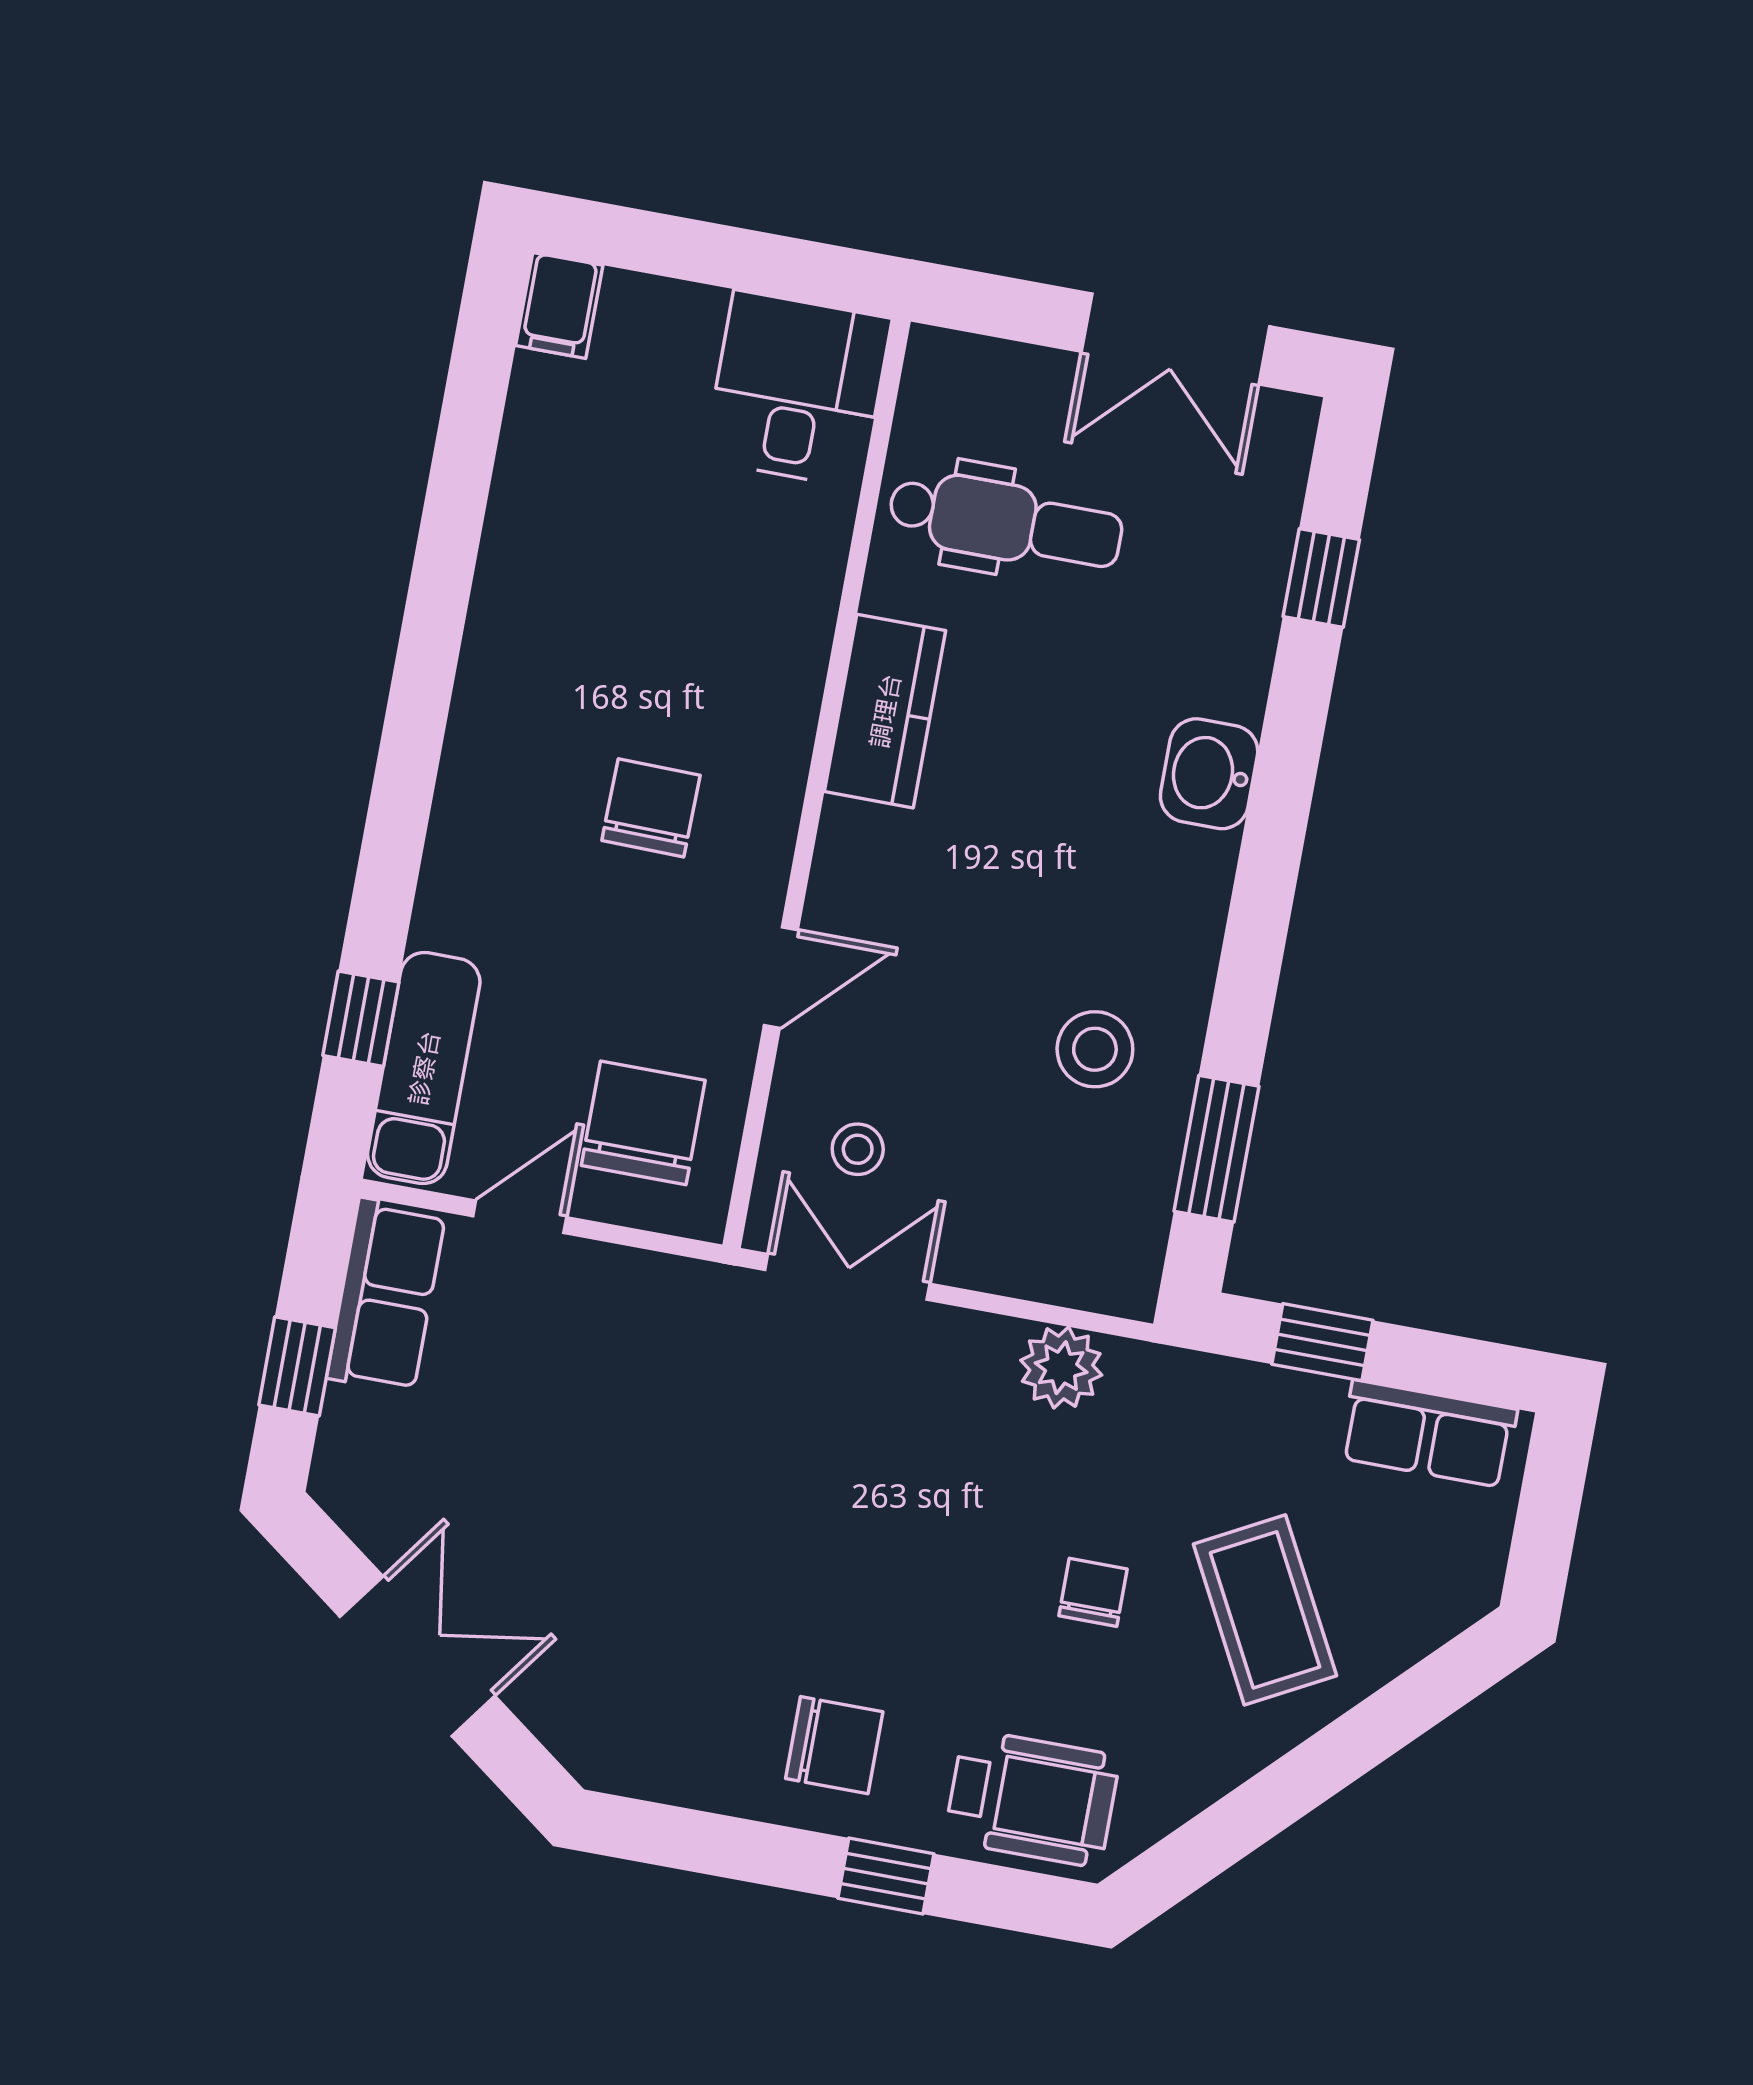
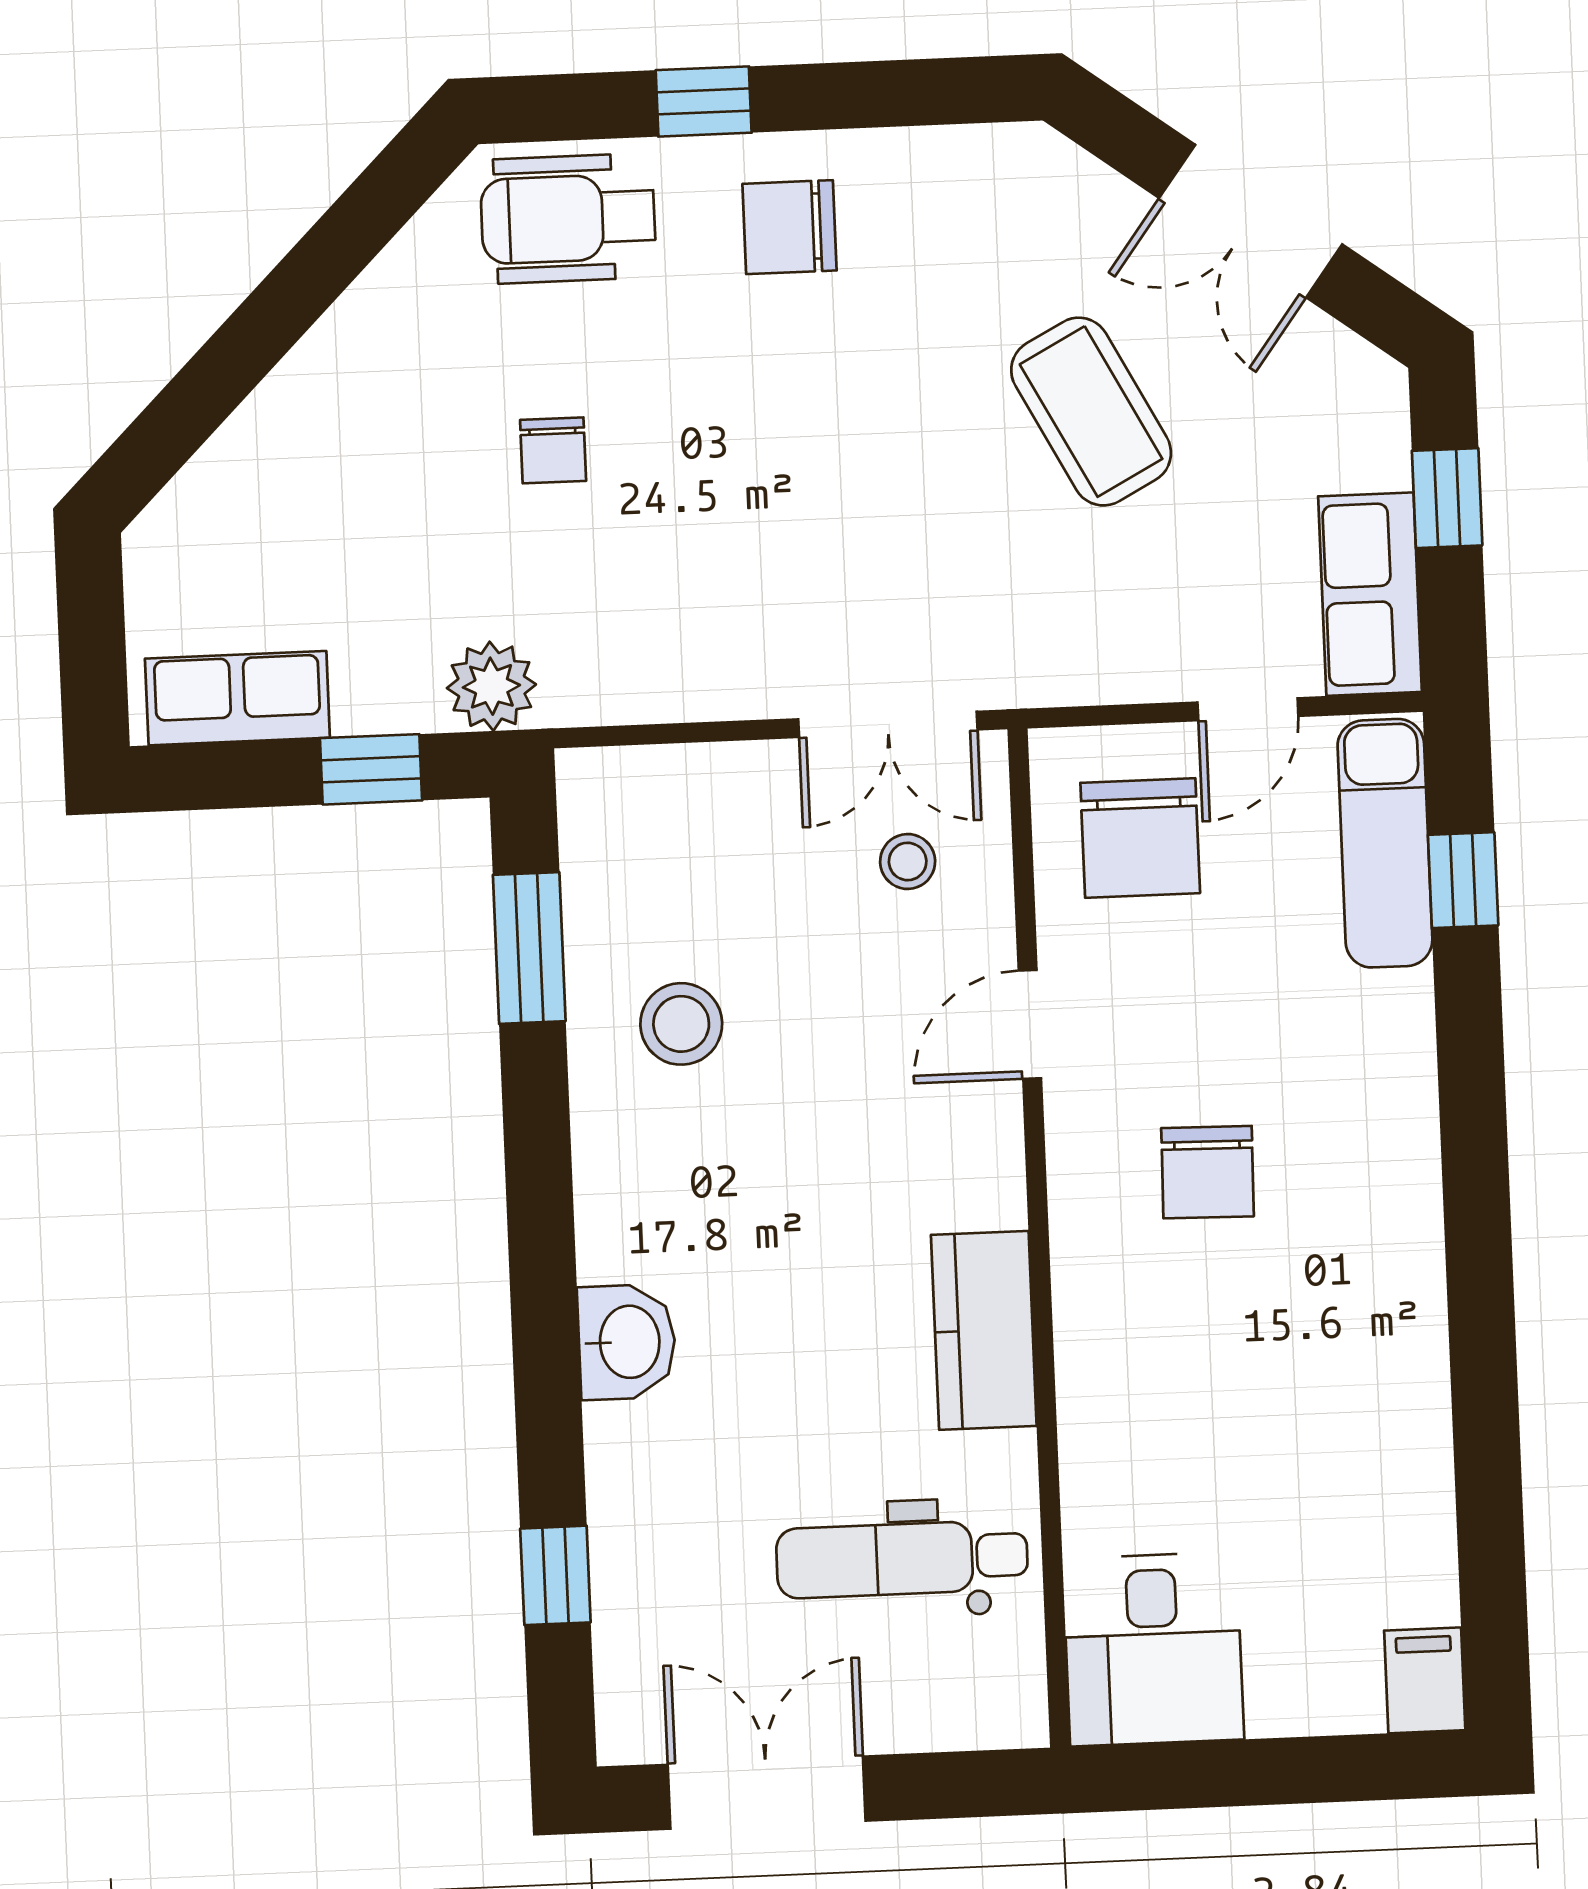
plant: (1061, 1368) -> (491, 686), moved
coffee table: (1265, 1610) -> (1091, 412), moved

